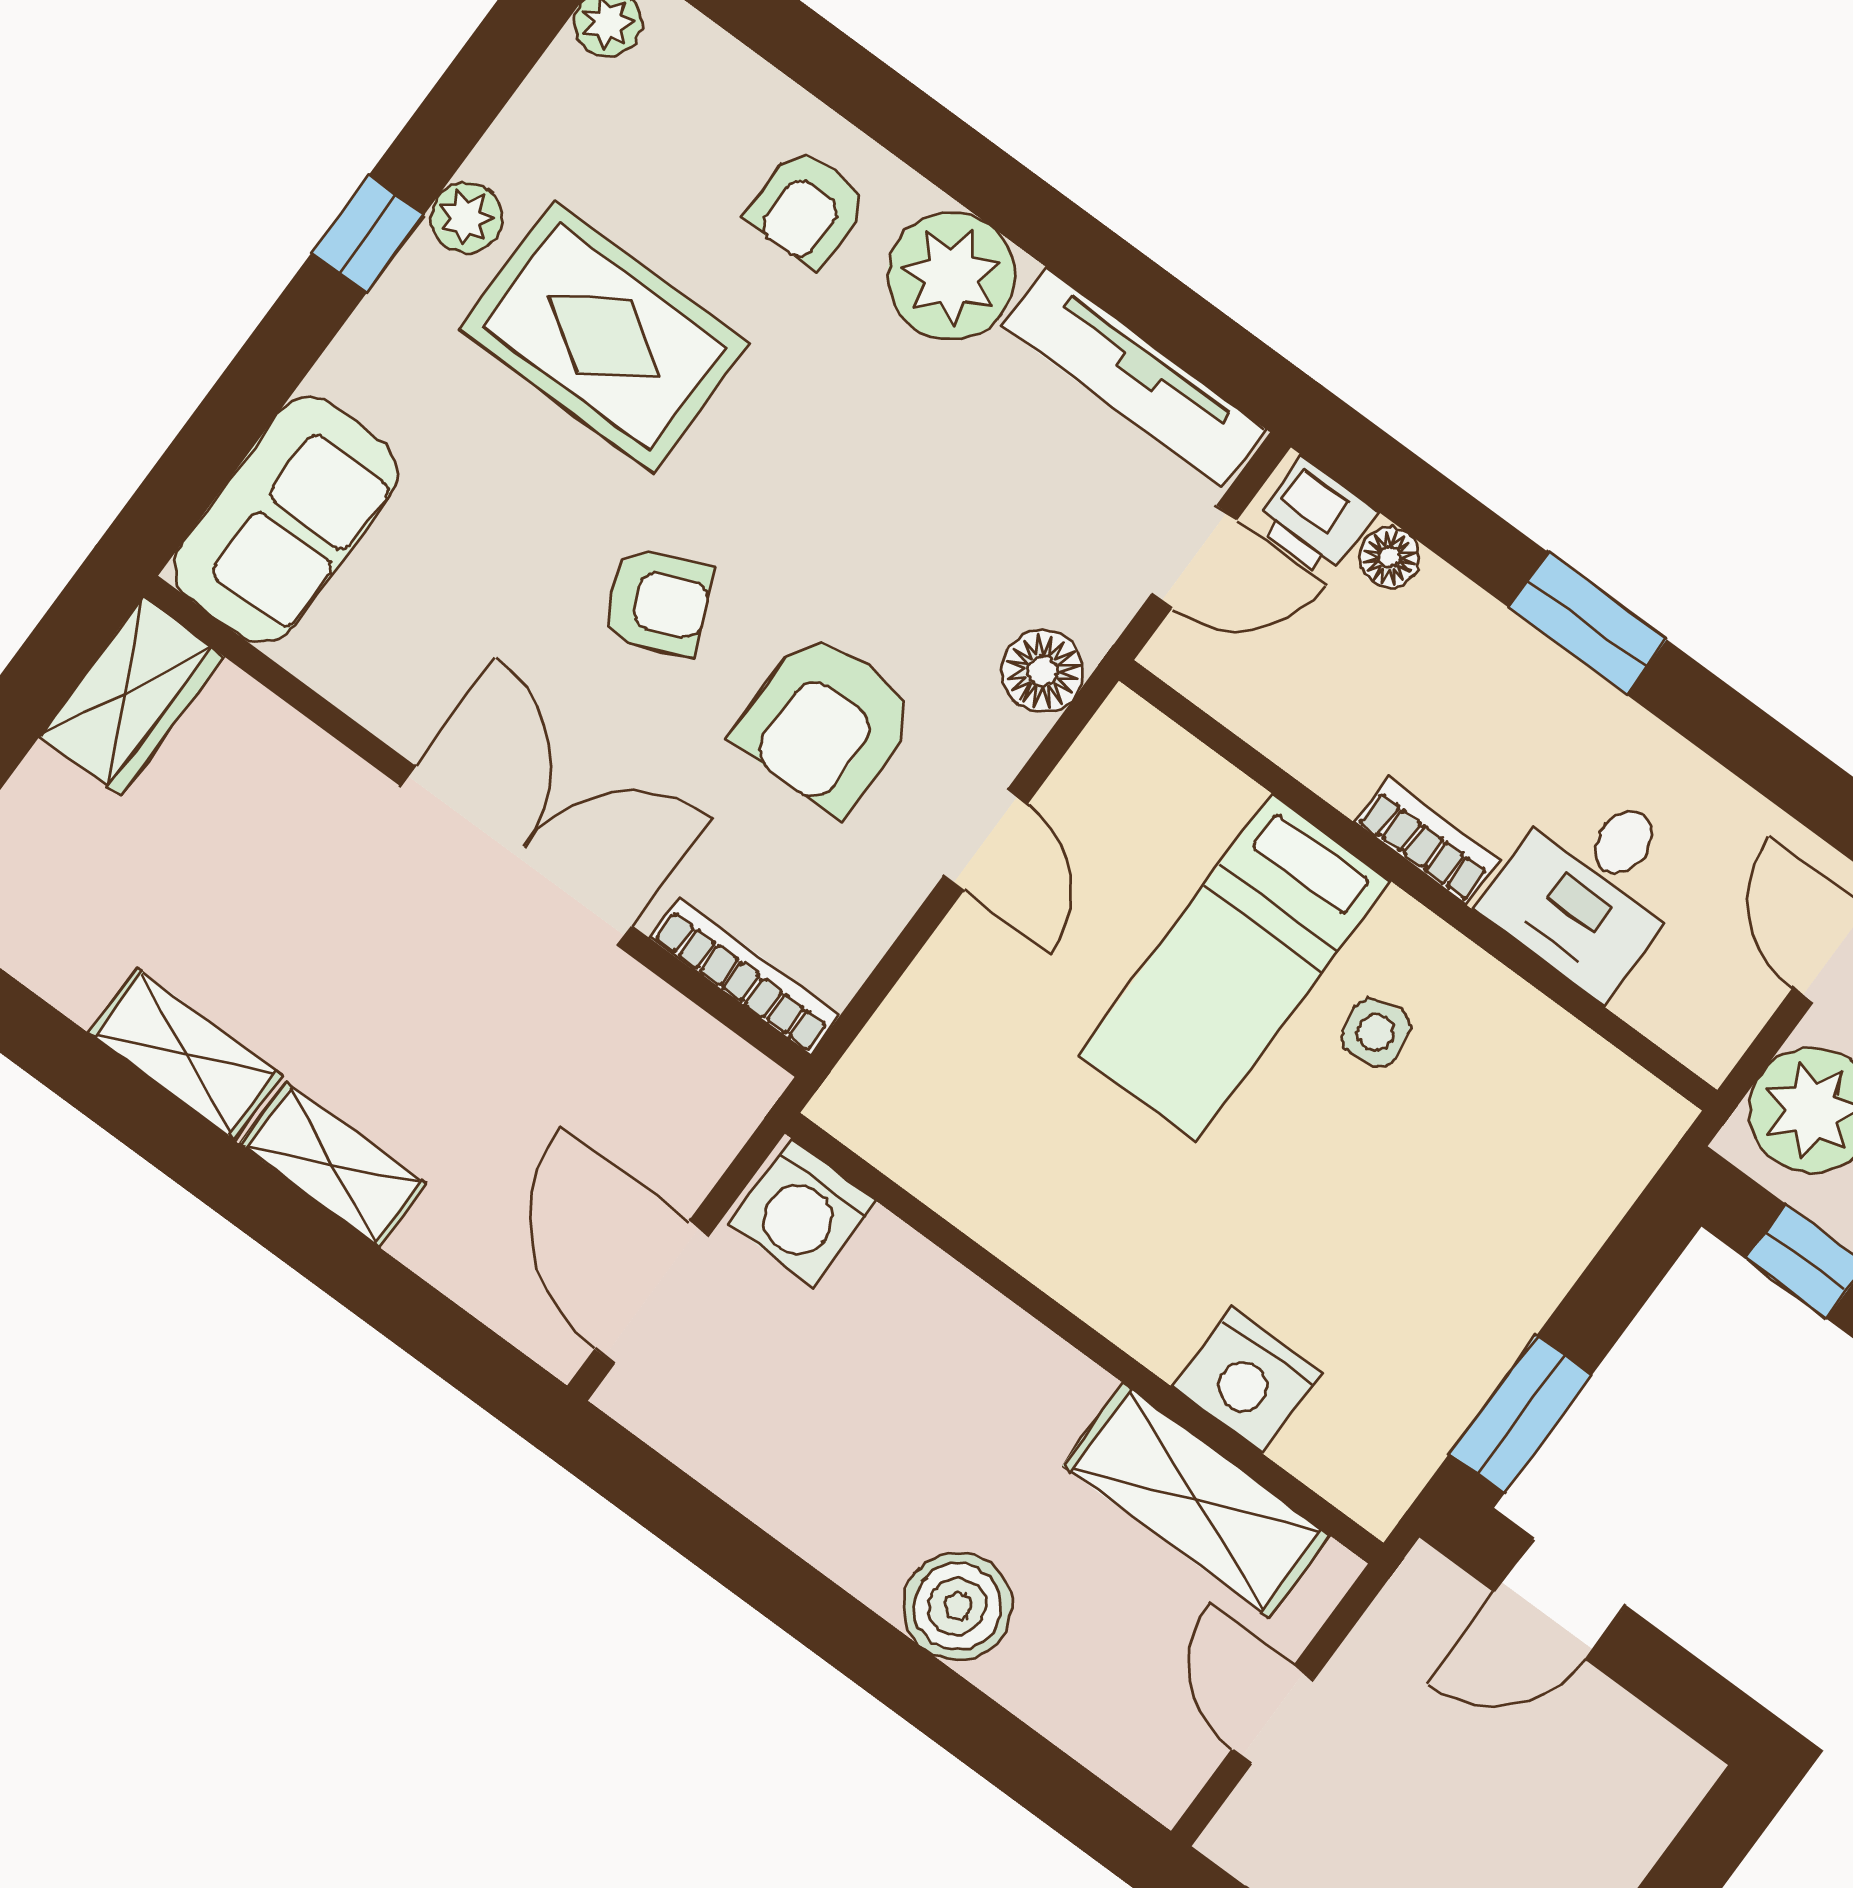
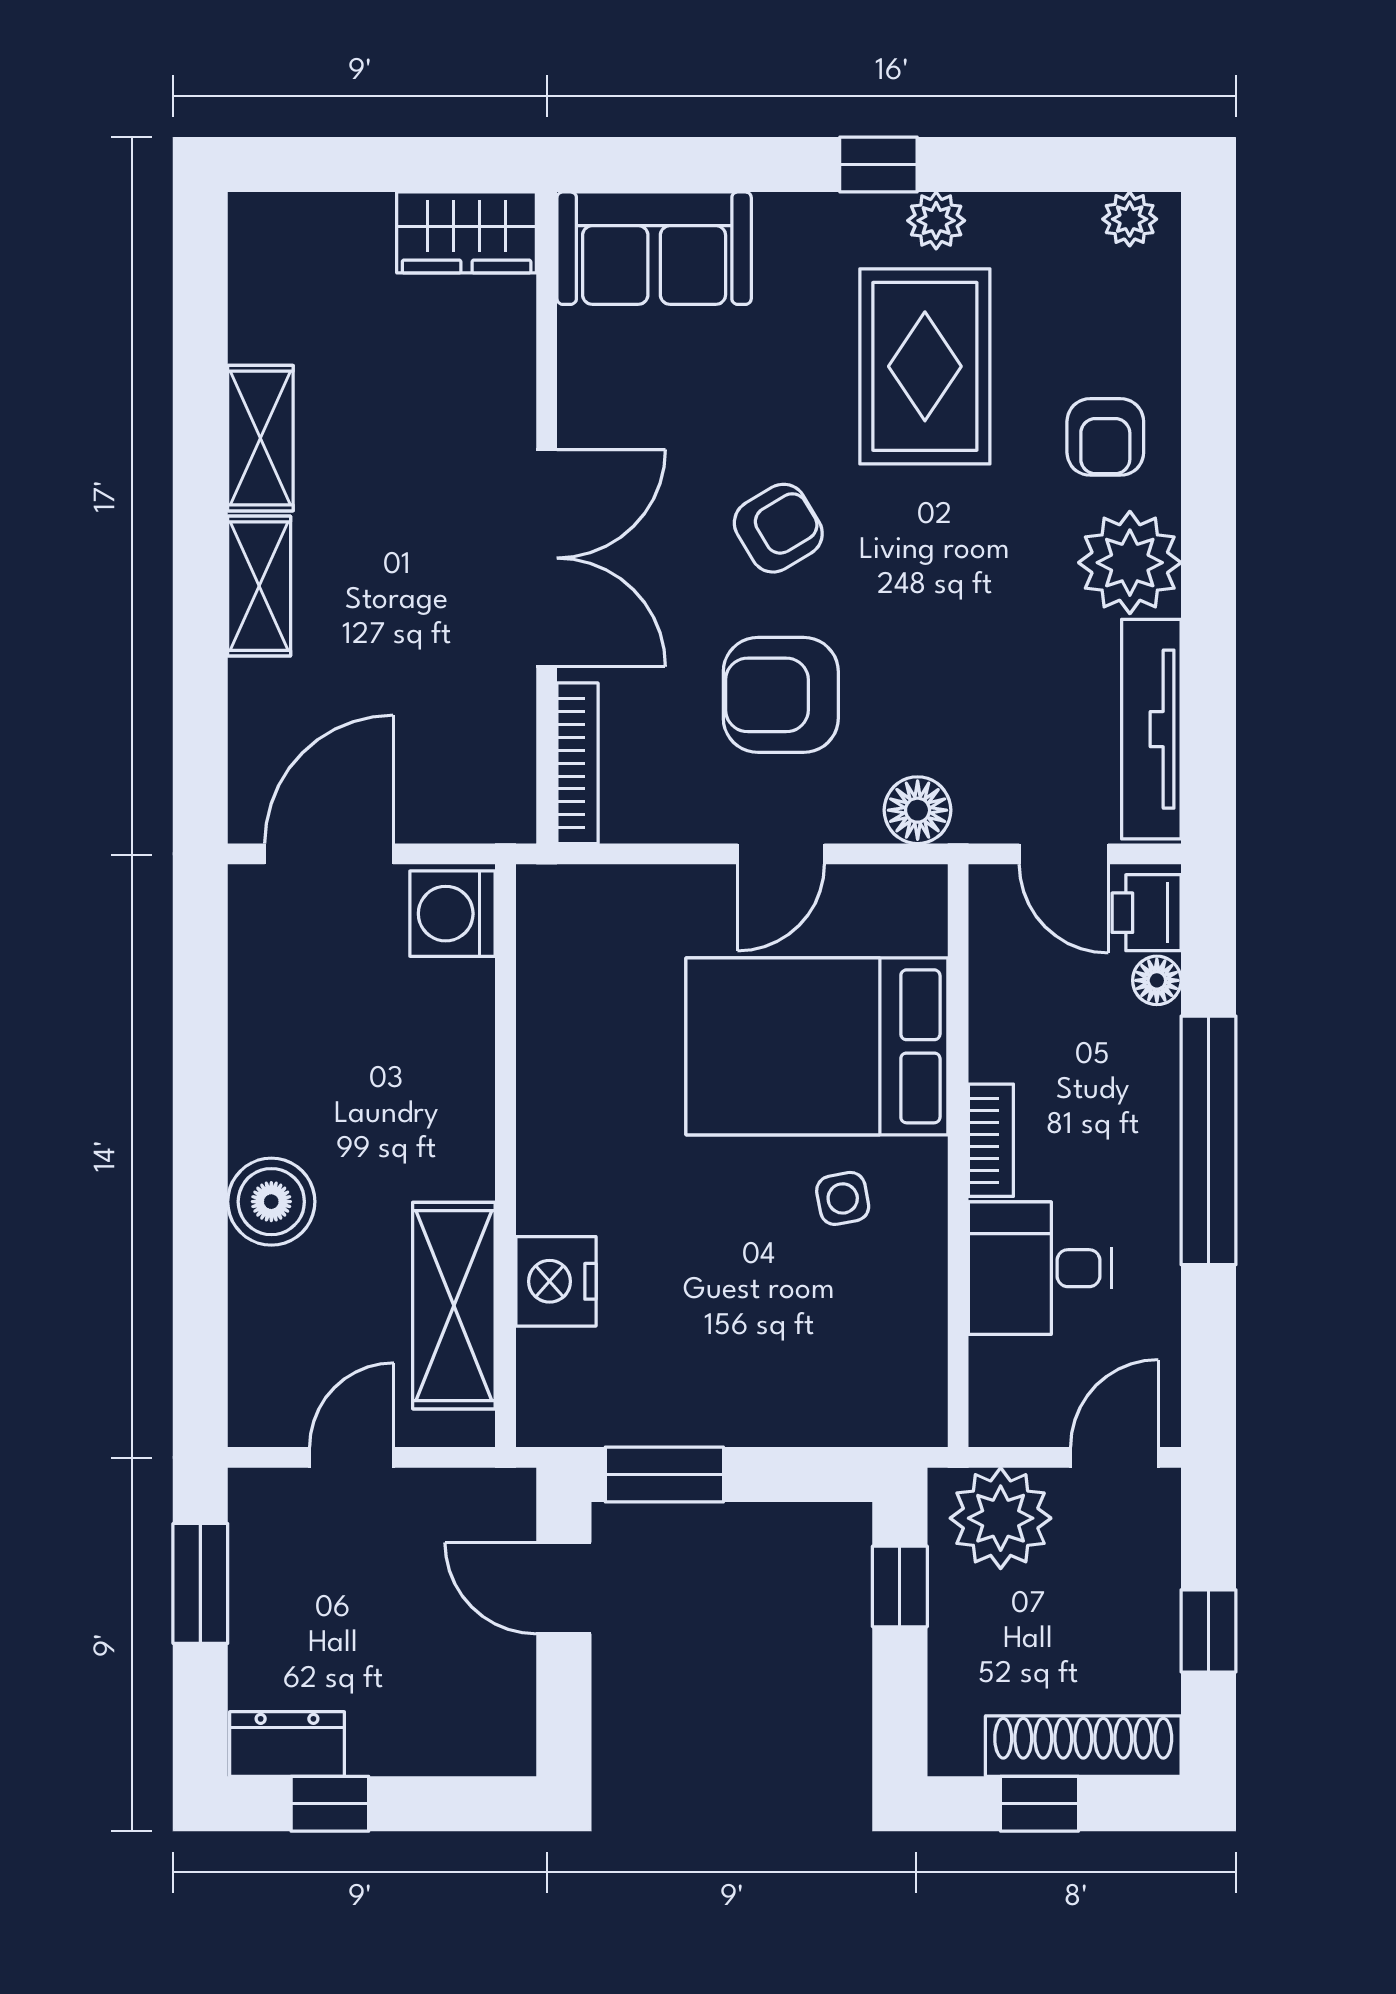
armchair: (808, 208) -> (1105, 437), turned -90
armchair: (658, 602) -> (778, 528), turned -97
window: (1588, 623) -> (1209, 1140), width x2.11
bed: (1234, 968) -> (817, 1046), width x1.50

